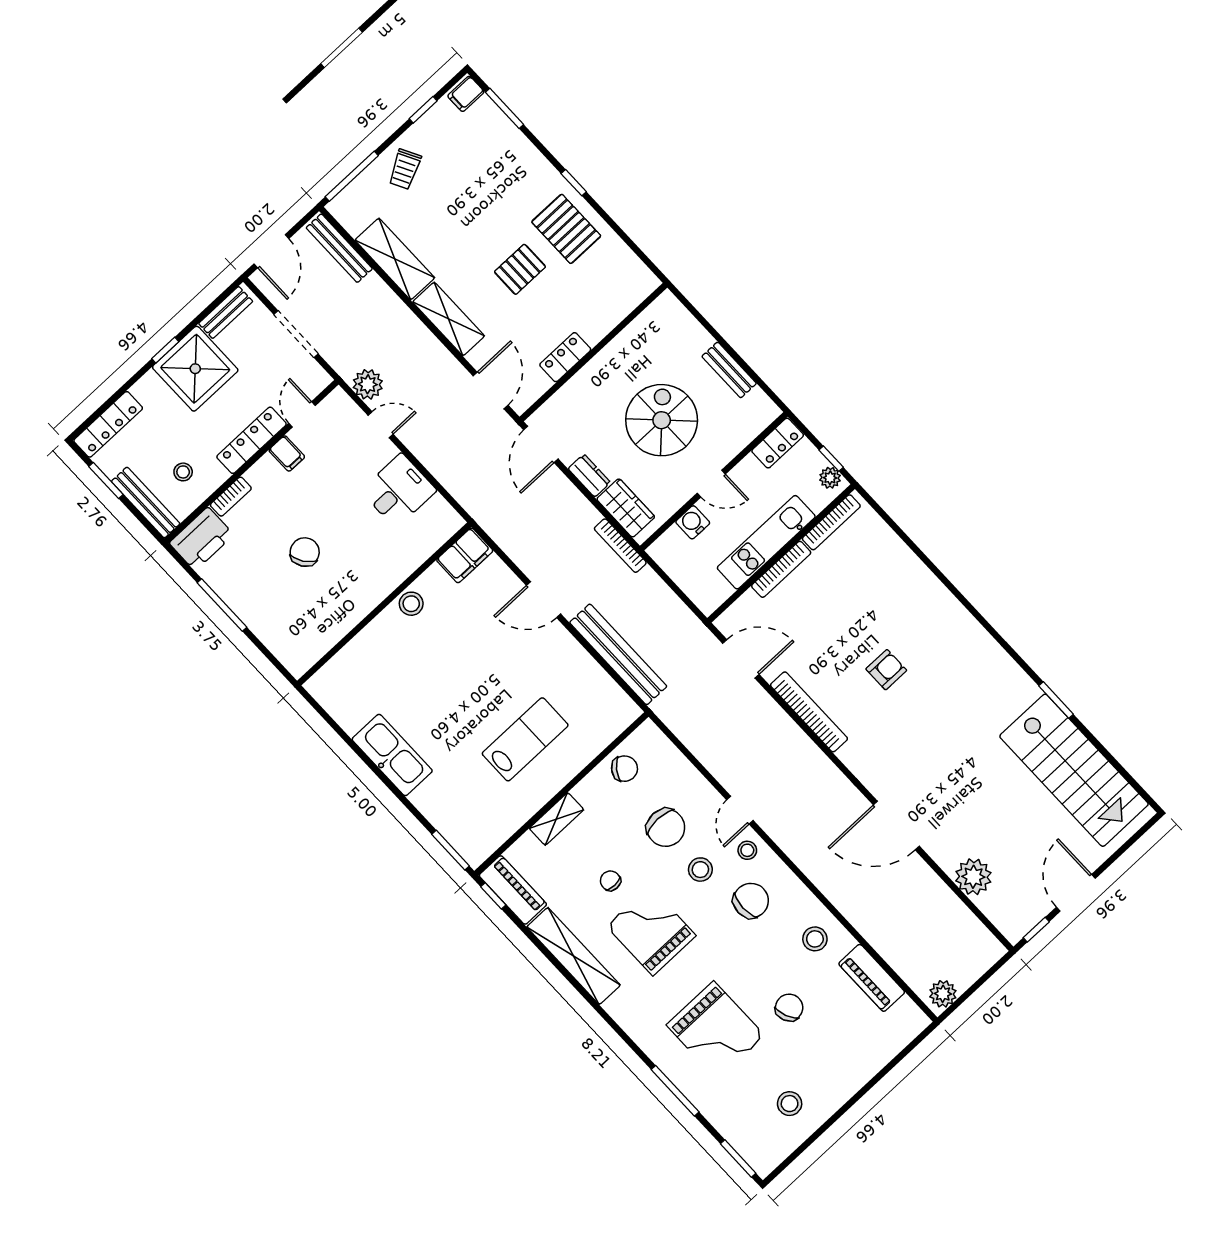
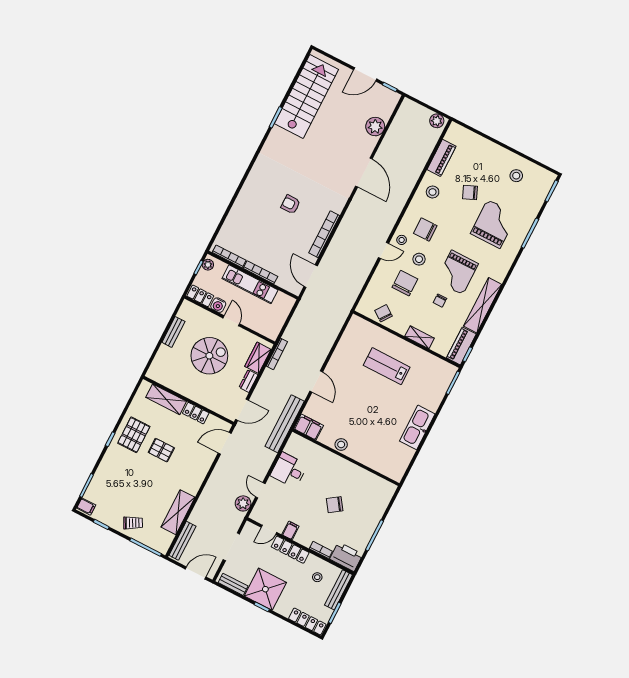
shelving: (449, 319) -> (166, 399), moved, turned 90
spiral stairs: (662, 420) -> (209, 356), turned 180
water cooler: (693, 522) -> (218, 305), moved
bench: (618, 654) -> (285, 424), moved

